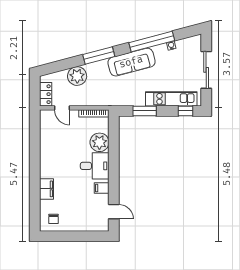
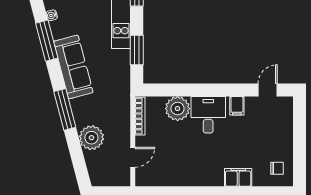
window: (152, 42) -> (47, 41), width x0.68
locker: (46, 94) -> (115, 179), removed

